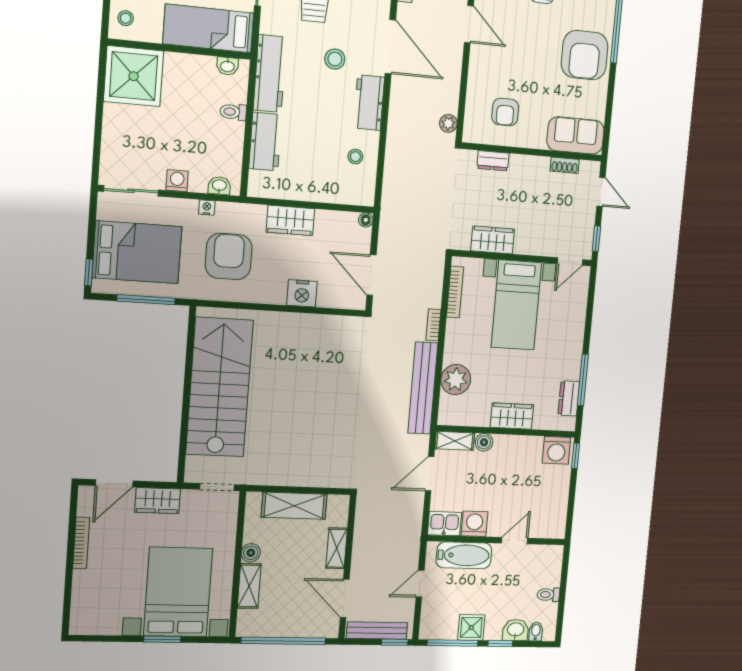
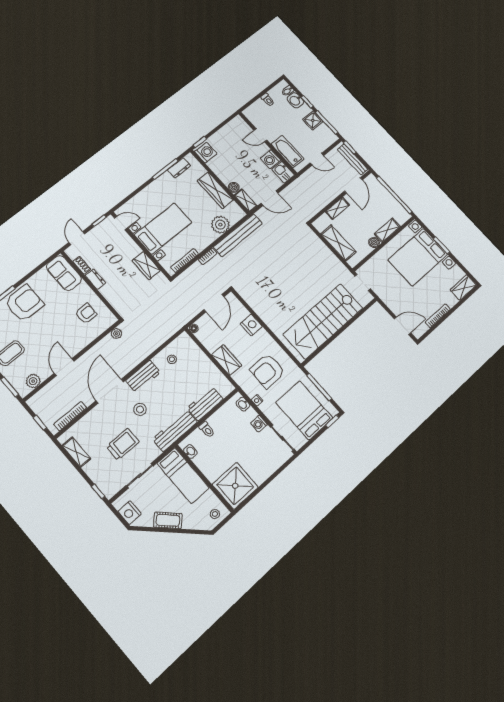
dresser: (493, 161) -> (95, 279), moved
wardrobe: (512, 416) -> (215, 190), width x1.50
wardrobe: (158, 501) -> (463, 287), moved, turned -90

